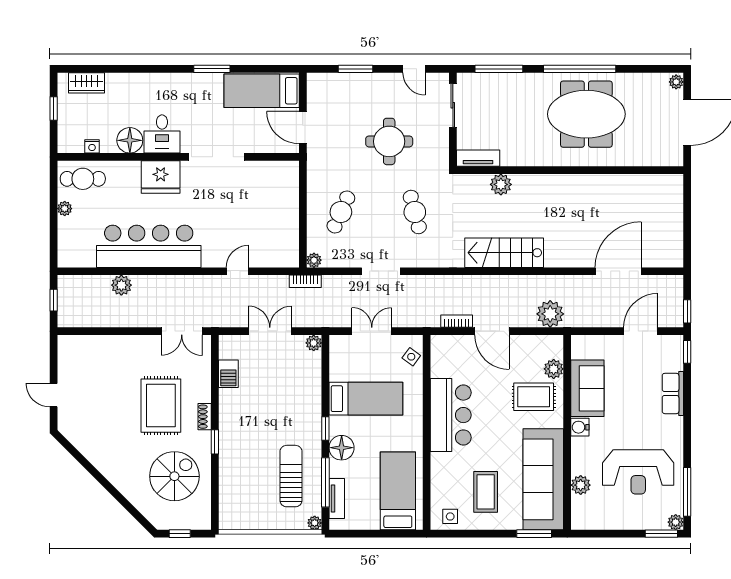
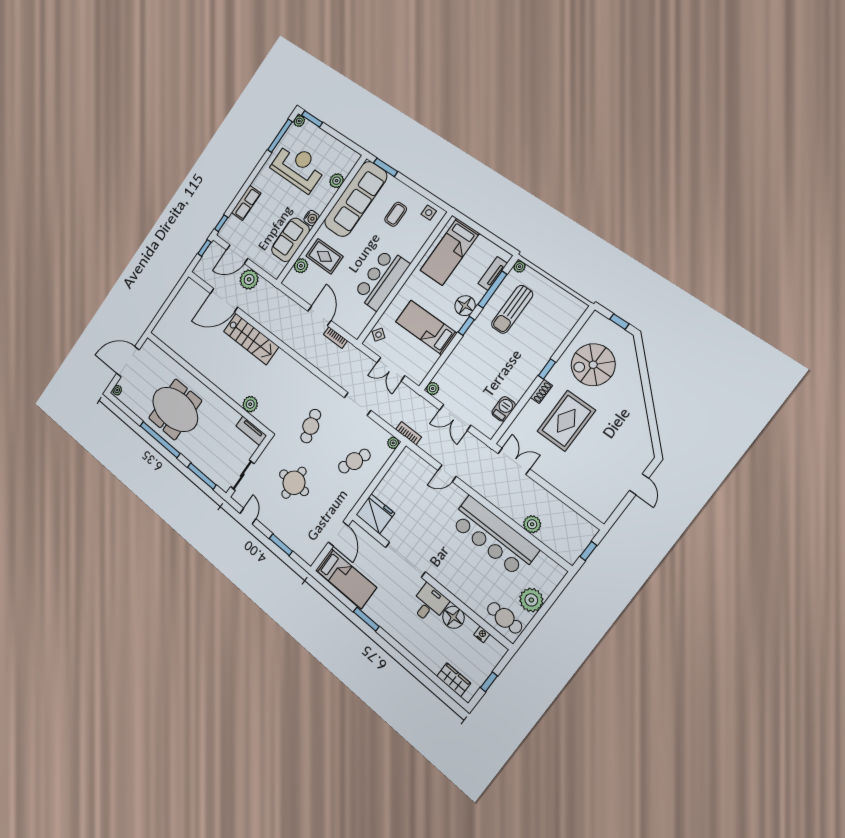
fridge: (161, 177) -> (375, 514), moved
plant: (65, 209) -> (531, 600), width x1.88, depth x1.88
stairs: (504, 253) -> (251, 339), moved
plant: (550, 314) -> (249, 279), moved
coffee table: (486, 492) -> (396, 214), width x0.73, depth x0.77

